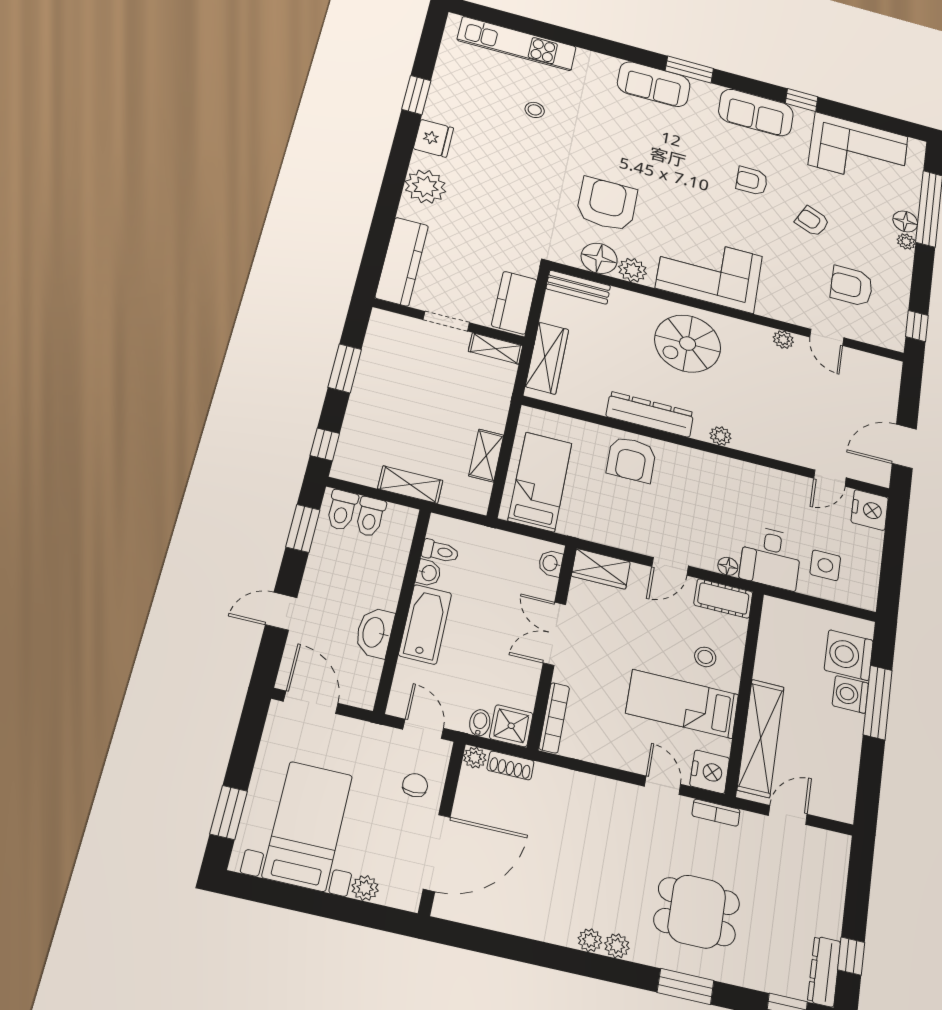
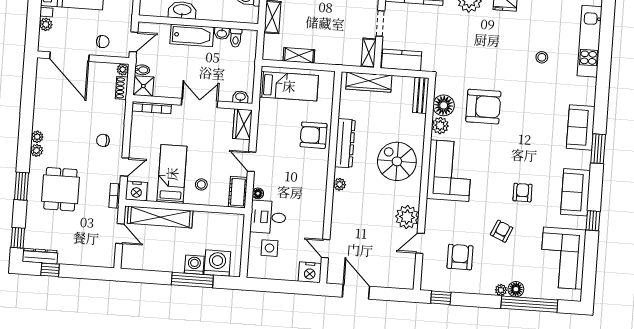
plant: (783, 340) -> (407, 217), width x1.87, depth x1.87
chair: (608, 817) -> (103, 140), added

